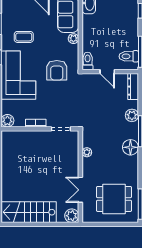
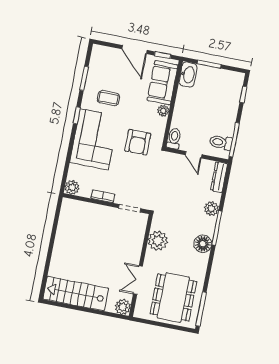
plant: (87, 152) -> (158, 241), width x1.87, depth x1.87
dining table: (114, 199) -> (173, 298), width x1.38

